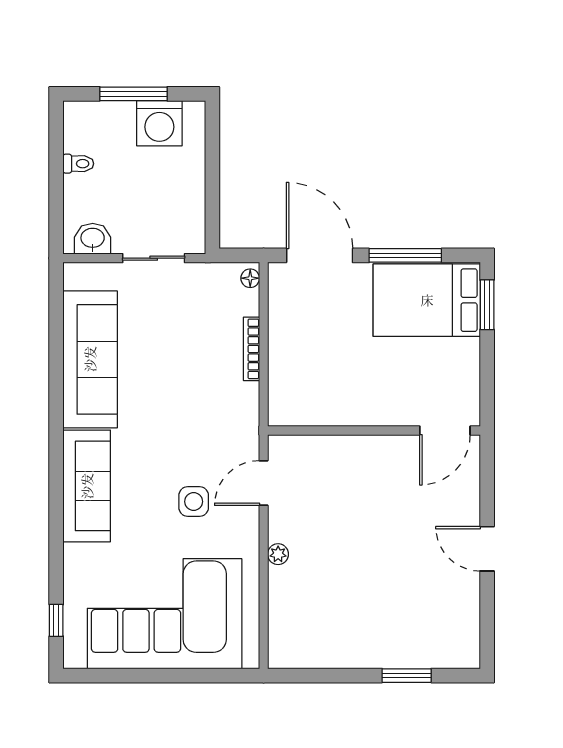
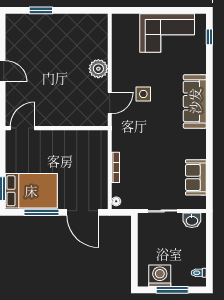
toilet: (78, 164) -> (199, 273), moved
sofa: (90, 359) -> (196, 177), width x0.54, depth x0.79
plant: (278, 554) -> (98, 69), width x1.88, depth x1.88
corner sofa: (165, 614) -> (167, 33), width x0.73, depth x0.74

